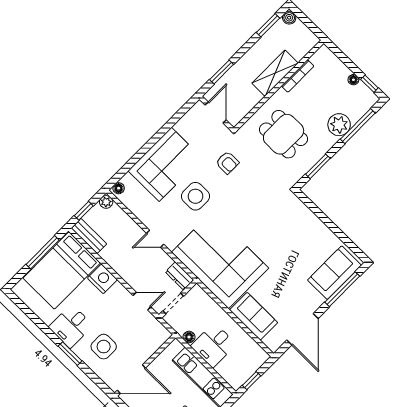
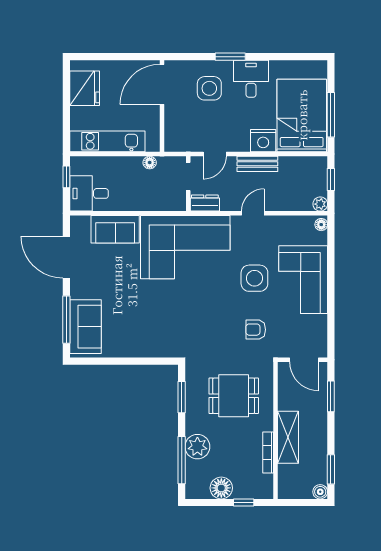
floor lamp: (353, 80) -> (221, 488), width x1.89, depth x1.89
window: (369, 84) -> (244, 503), moved
bench: (89, 236) -> (257, 164), moved
desk: (213, 345) -> (89, 193), moved, turned -90

